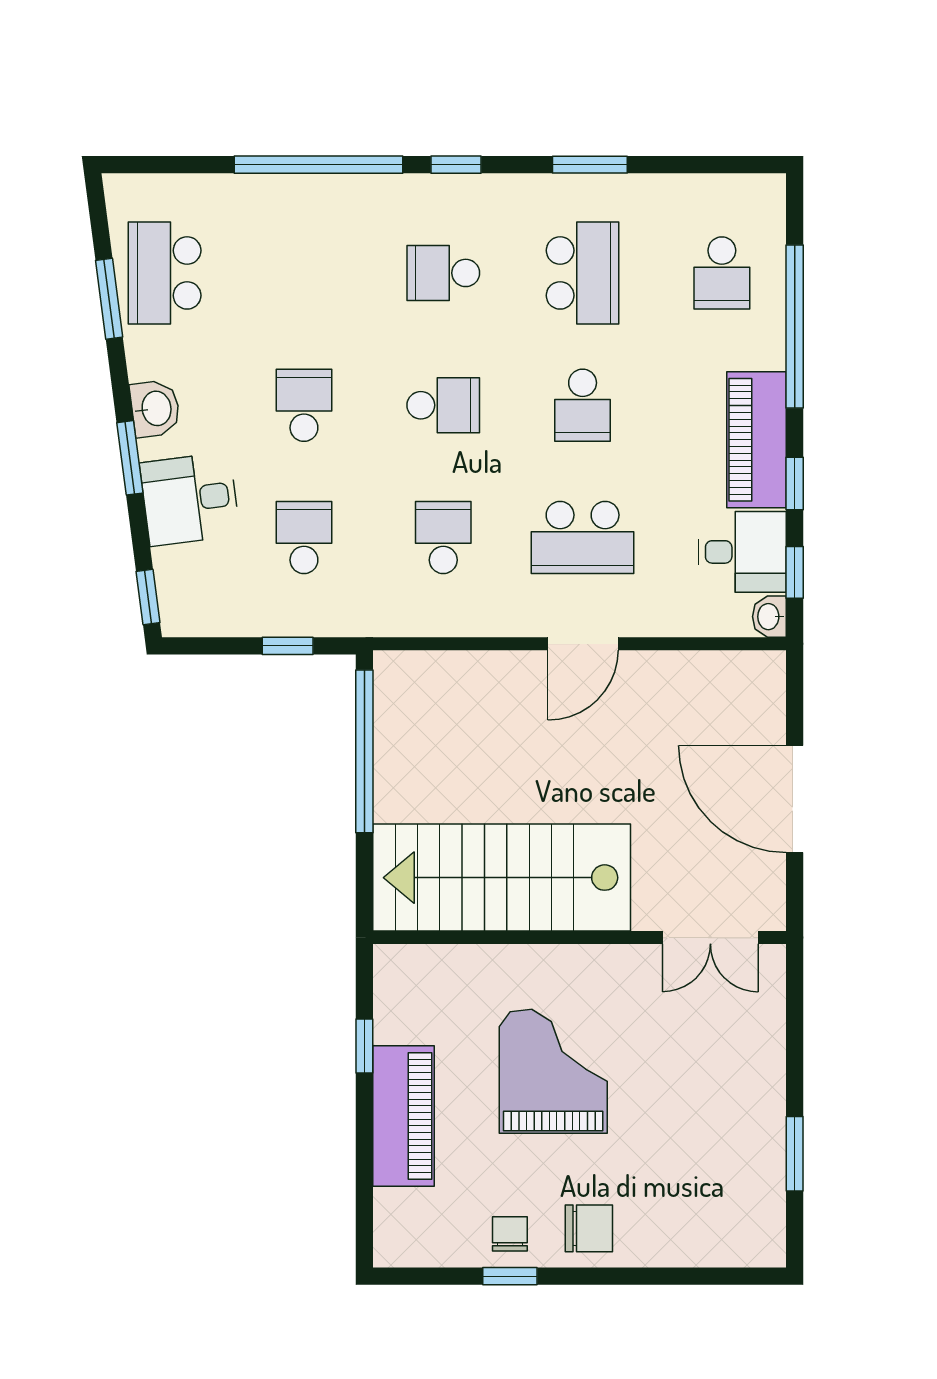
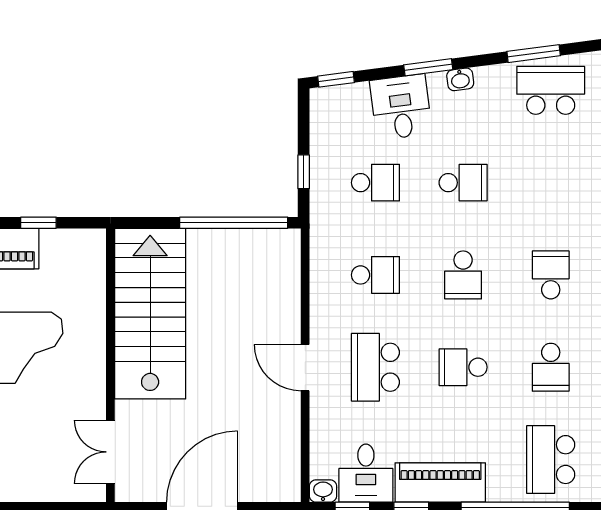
school desk: (583, 273) -> (551, 367), width x0.54
school desk: (722, 273) -> (551, 460), width x1.85
washbasin: (155, 409) -> (460, 79), width x0.72, depth x0.69

